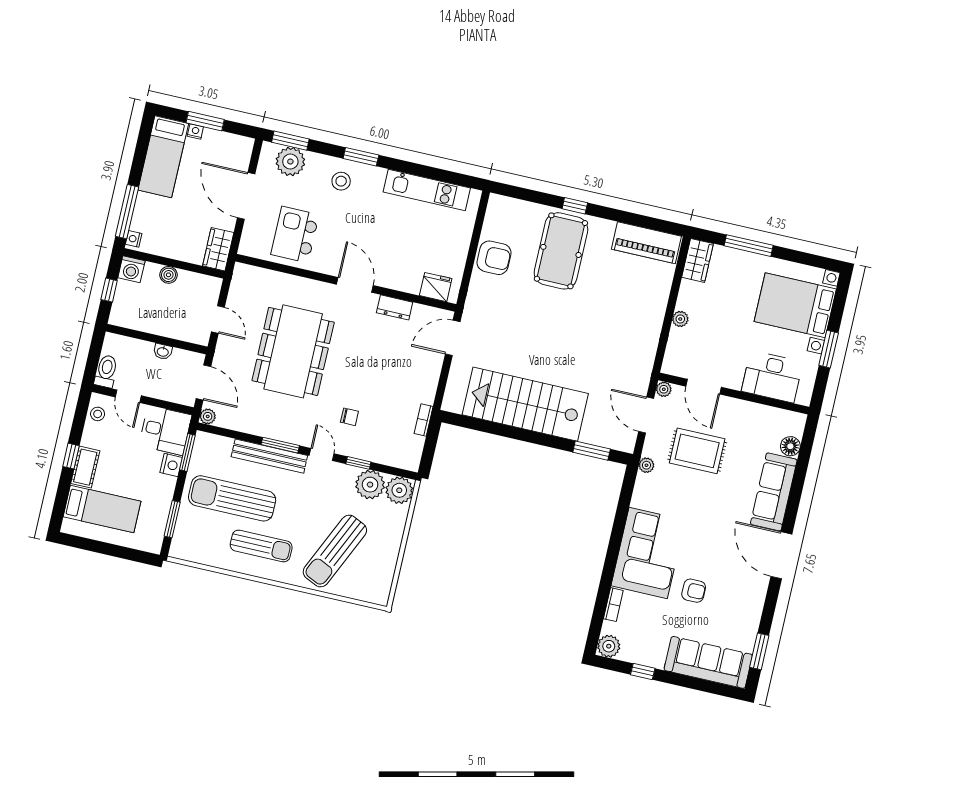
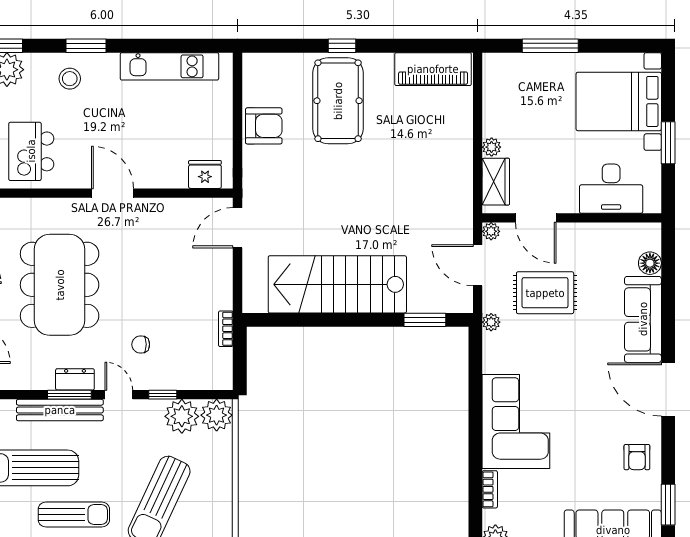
wardrobe: (697, 260) -> (496, 182), moved
dresser: (395, 307) -> (75, 379), moved, turned 180
chair: (349, 417) -> (141, 344), turned 180
armchair: (694, 591) -> (637, 457), moved, turned 90

